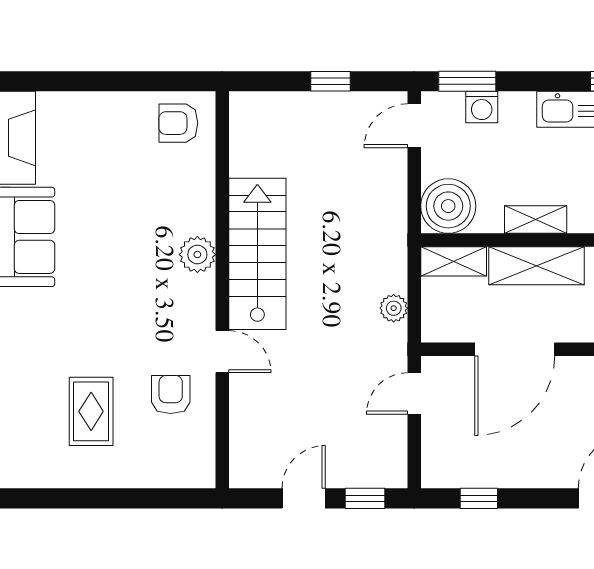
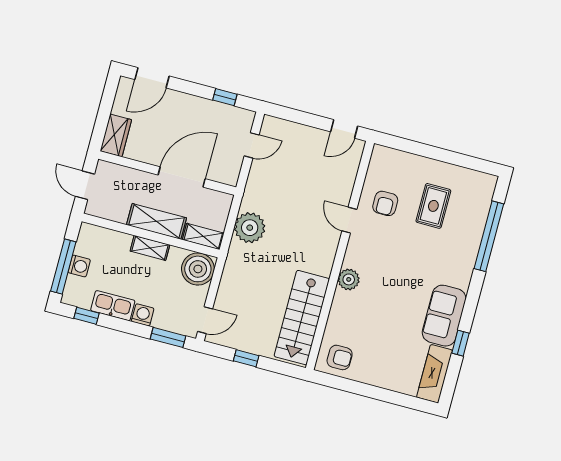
washing machine: (482, 107) -> (143, 315), moved
stairs: (257, 254) -> (302, 318), moved
plant: (394, 308) -> (250, 228), width x1.88, depth x1.88
door: (414, 393) -> (252, 145), moved
door: (304, 498) -> (344, 129), moved
window: (365, 498) -> (290, 114), removed

